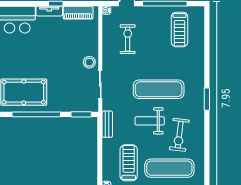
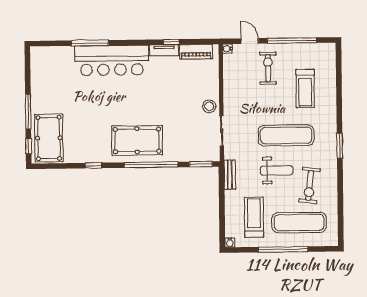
treadmill: (179, 29) -> (305, 88), moved
exercise bike: (128, 39) -> (268, 68), moved
weight bench: (150, 121) -> (277, 170), turned 180

